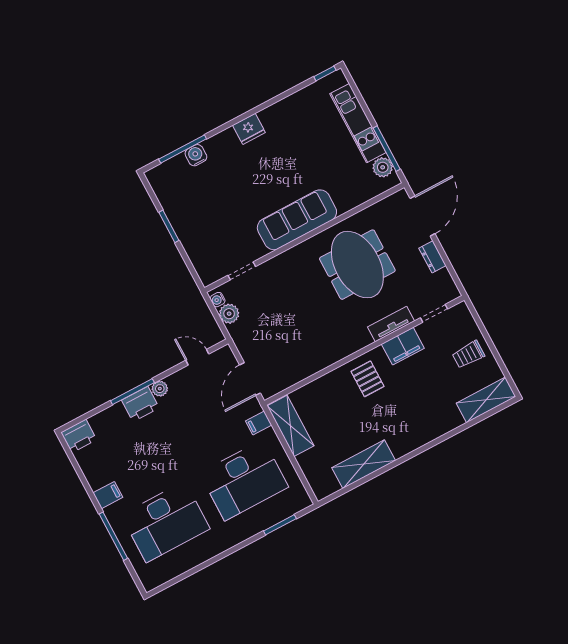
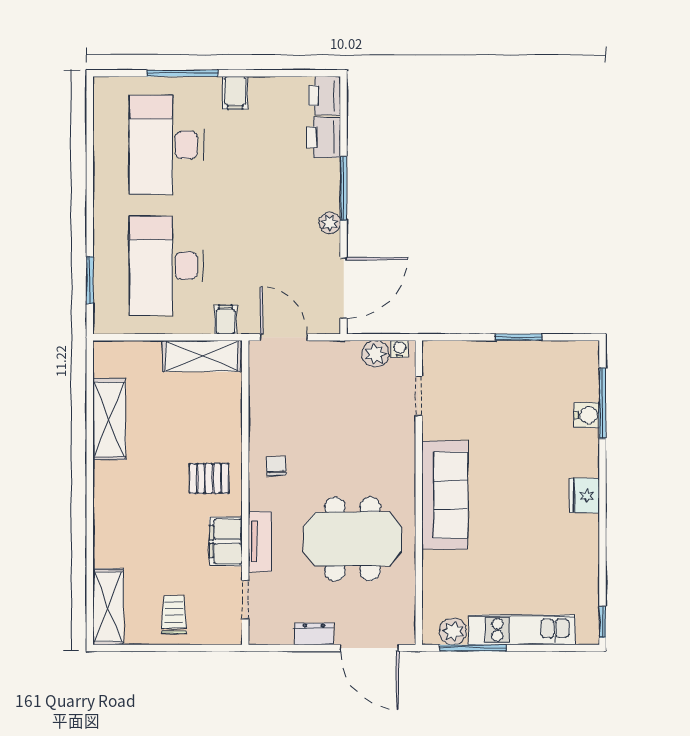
chair: (337, 339) -> (276, 466), added
door: (197, 357) -> (344, 288), width x1.87
printer: (140, 404) -> (324, 137), moved

